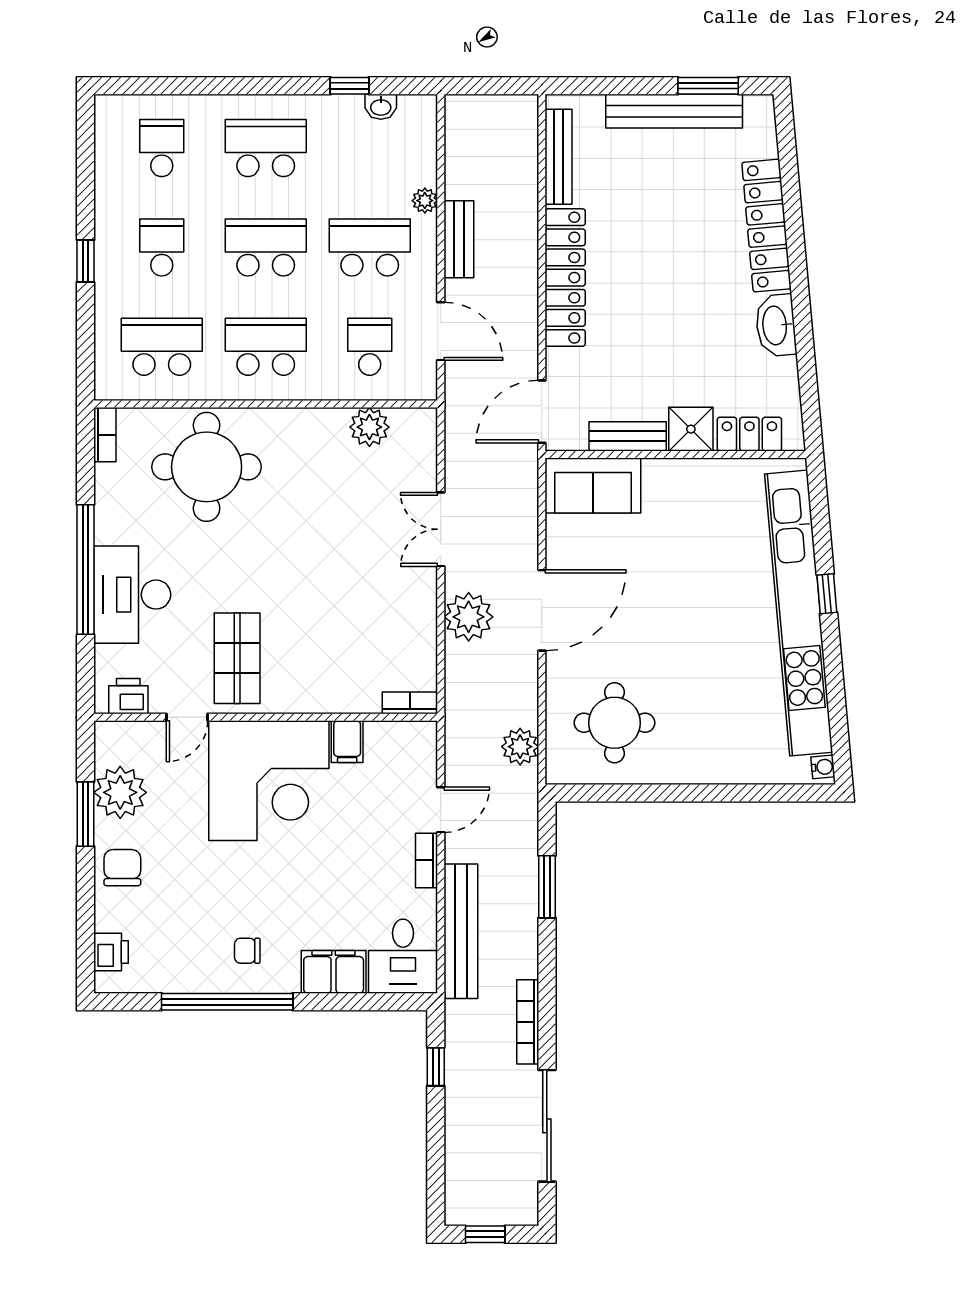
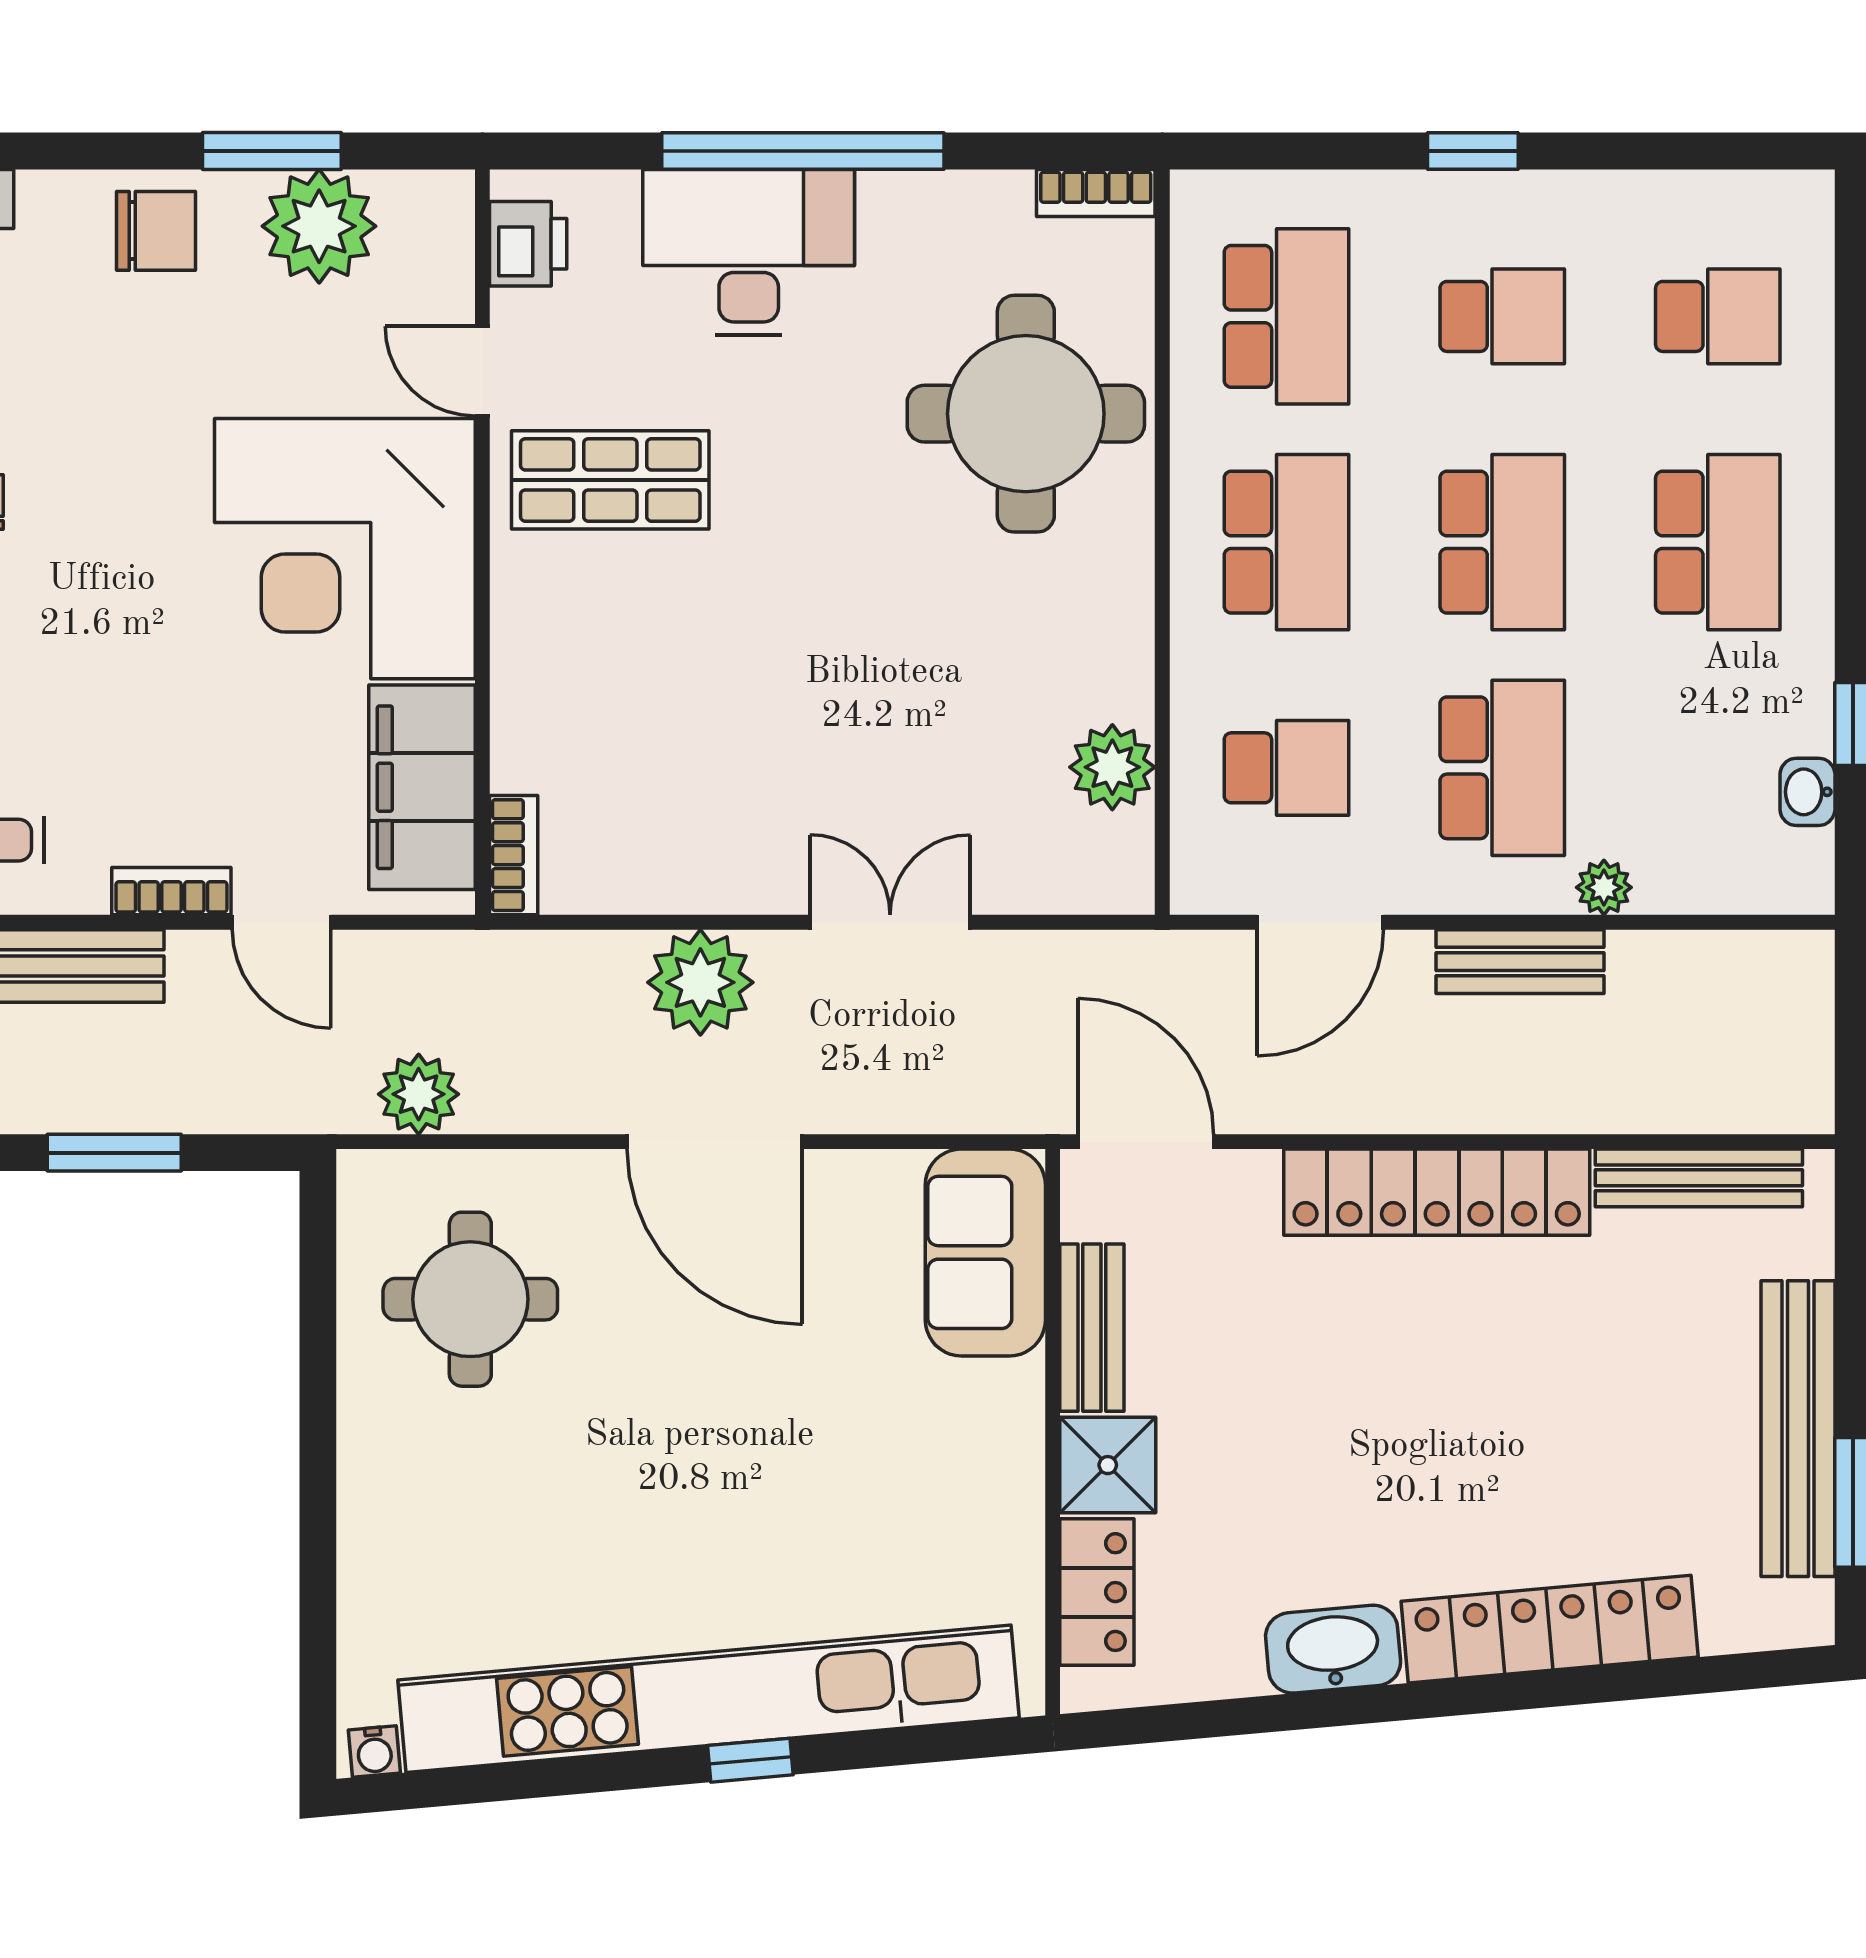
filing cabinet: (347, 742) -> (422, 787), width x3.00, depth x1.17

